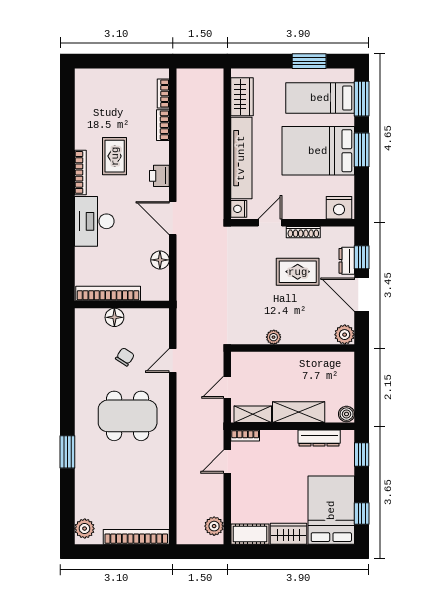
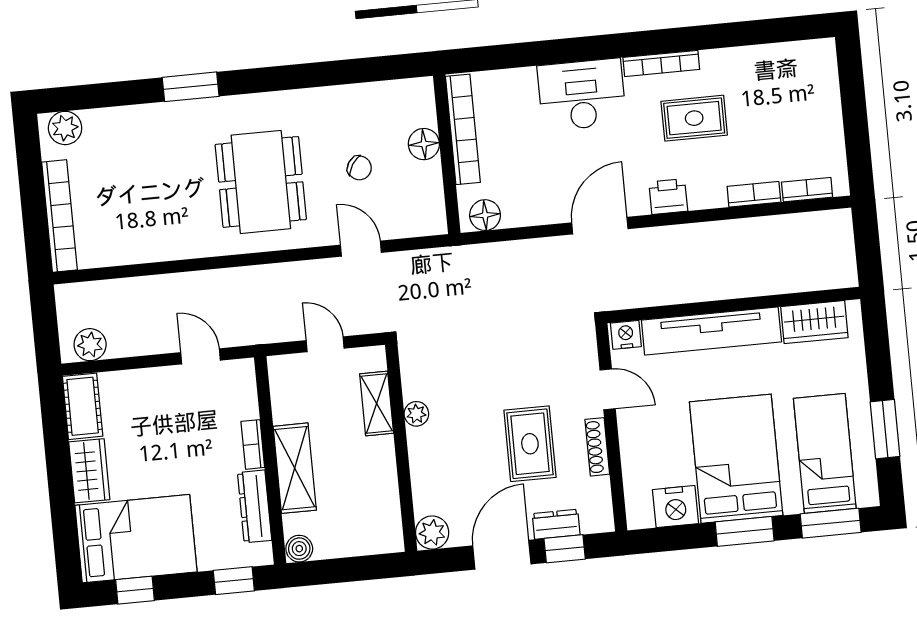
nightstand: (339, 208) -> (676, 507), moved, turned -90
floor lamp: (160, 260) -> (485, 215), moved
shelving: (253, 414) -> (377, 403), moved
bookcase: (245, 436) -> (253, 444), moved

